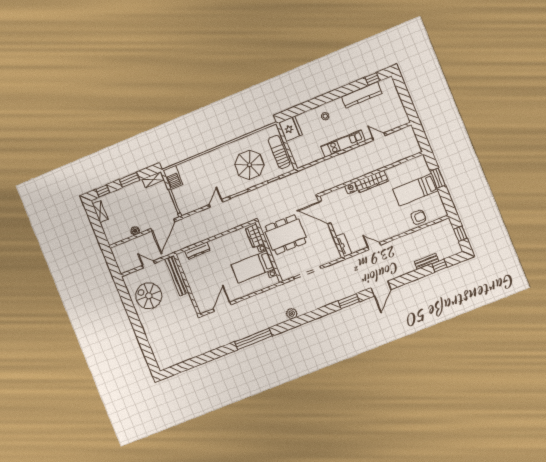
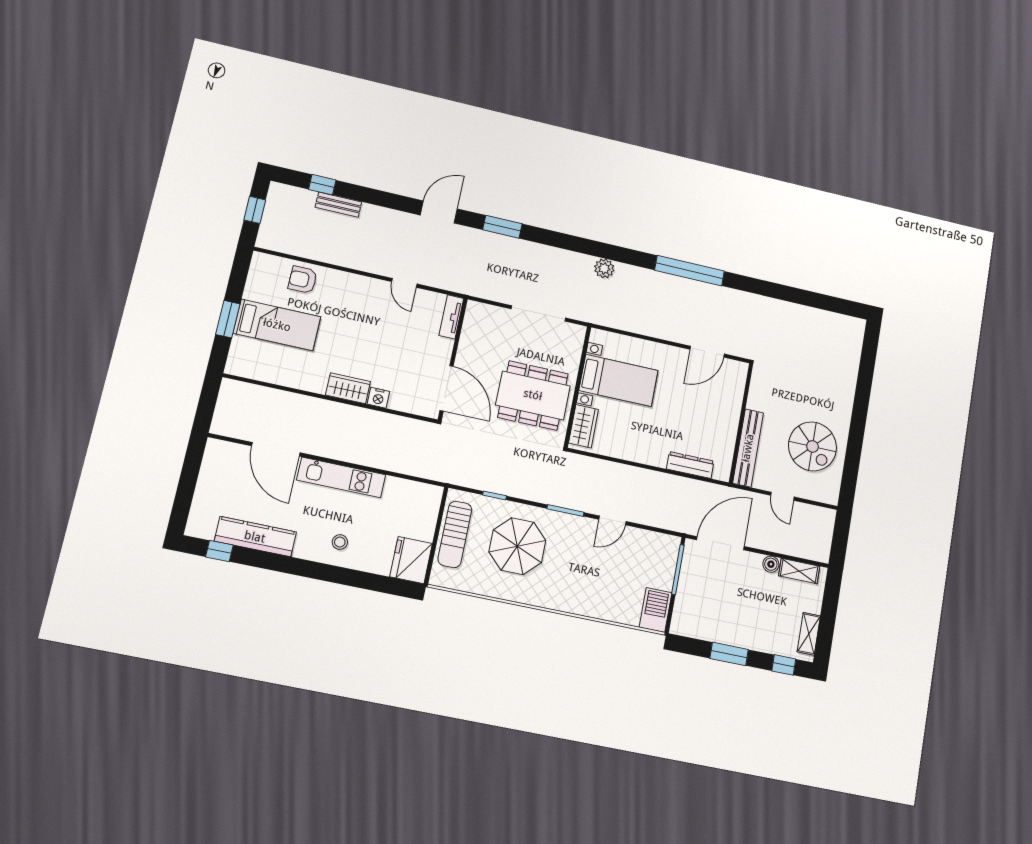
door: (379, 137) -> (276, 449), width x1.87
shelving: (153, 180) -> (799, 571), moved
wardrobe: (371, 181) -> (348, 388), width x0.67

